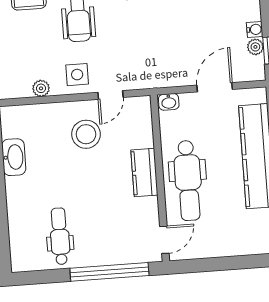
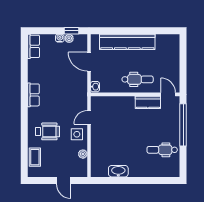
door: (110, 95) -> (89, 117), swing flipped
stool: (86, 134) -> (109, 132), removed
kitchen counter: (144, 173) -> (148, 102), moved
dental chair: (188, 181) -> (138, 79), width x0.73, depth x0.72

